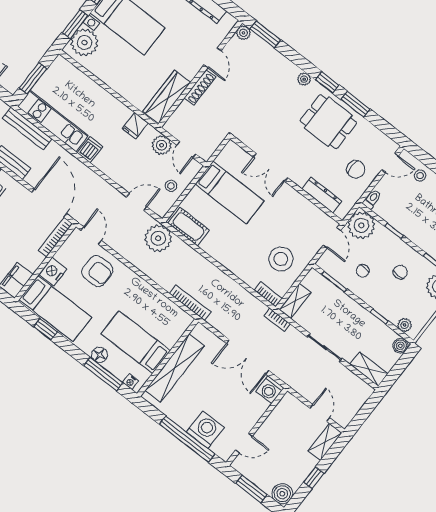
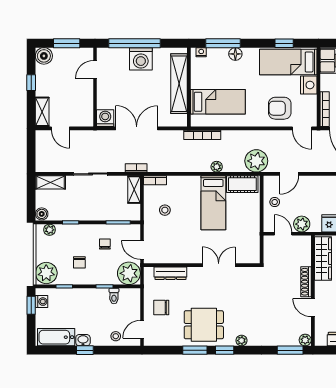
bed: (230, 192) -> (213, 203), moved, turned -90
toilet: (372, 199) -> (114, 296), moved
stool: (281, 259) -> (165, 210), width x0.53, depth x0.53
plant: (200, 262) -> (217, 167), added
bed: (136, 342) -> (218, 102), moved
washing machine: (205, 430) -> (141, 59), moved

